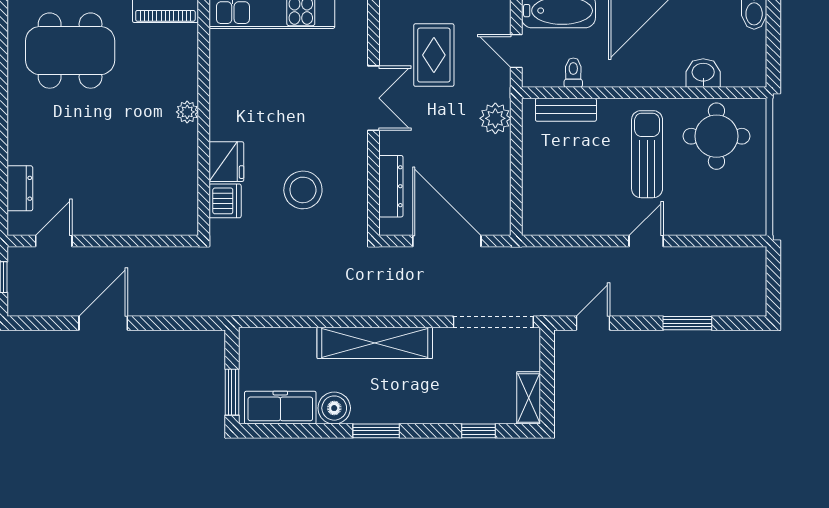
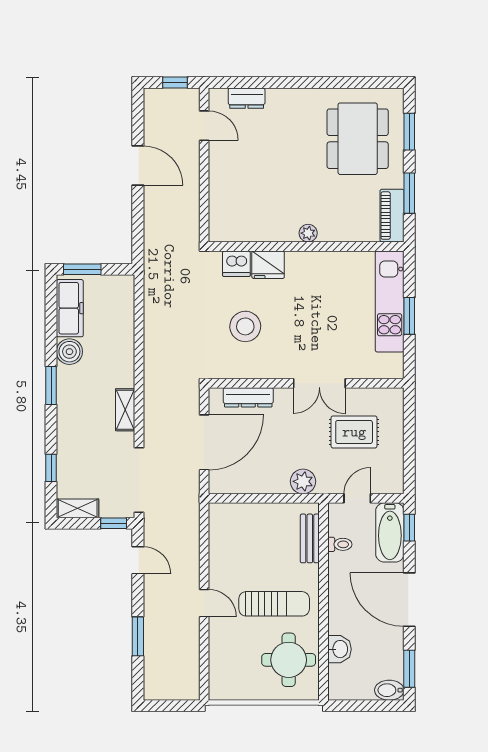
shelving: (375, 343) -> (125, 410), width x0.45, depth x0.75
window: (547, 353) -> (114, 523), added

